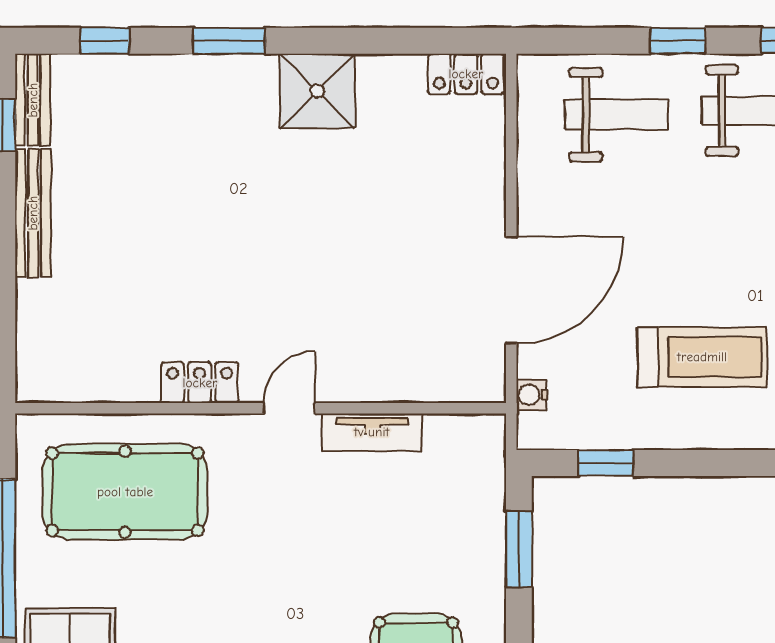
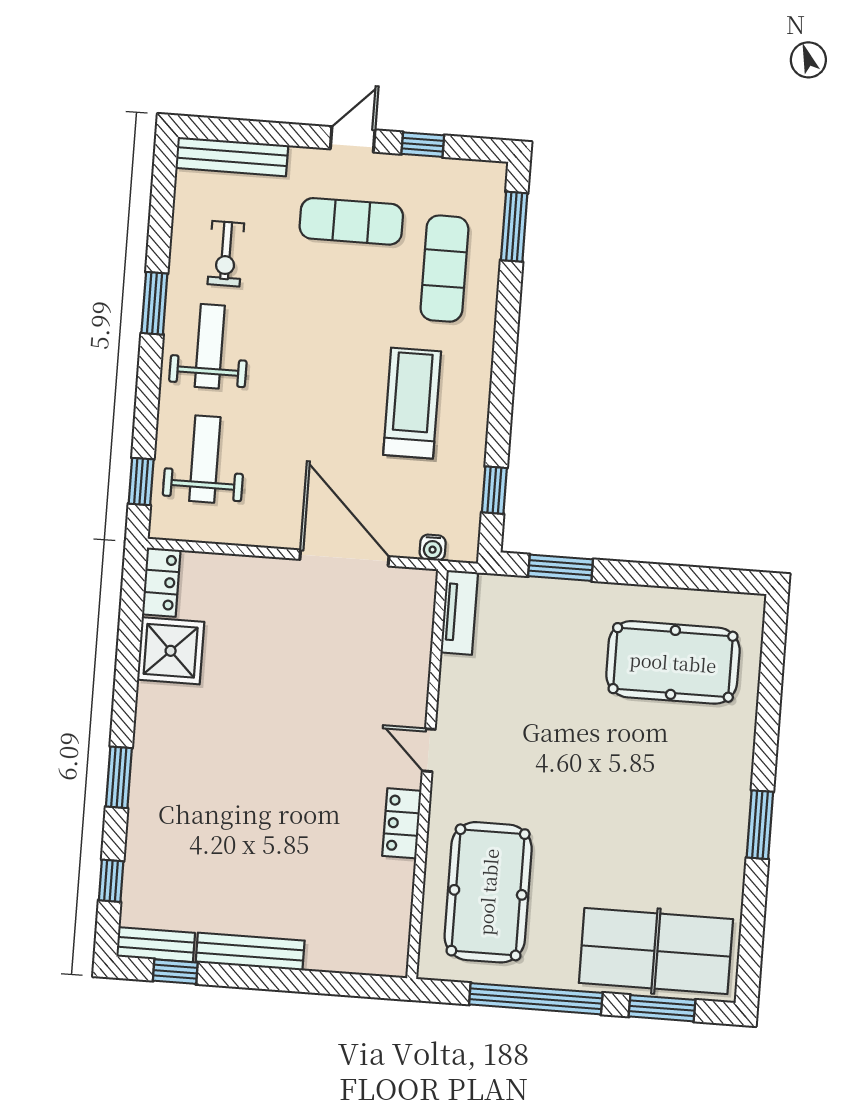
window: (678, 41) -> (141, 481), moved
shower: (317, 91) -> (171, 651), moved
tv unit: (372, 432) -> (459, 612), moved

